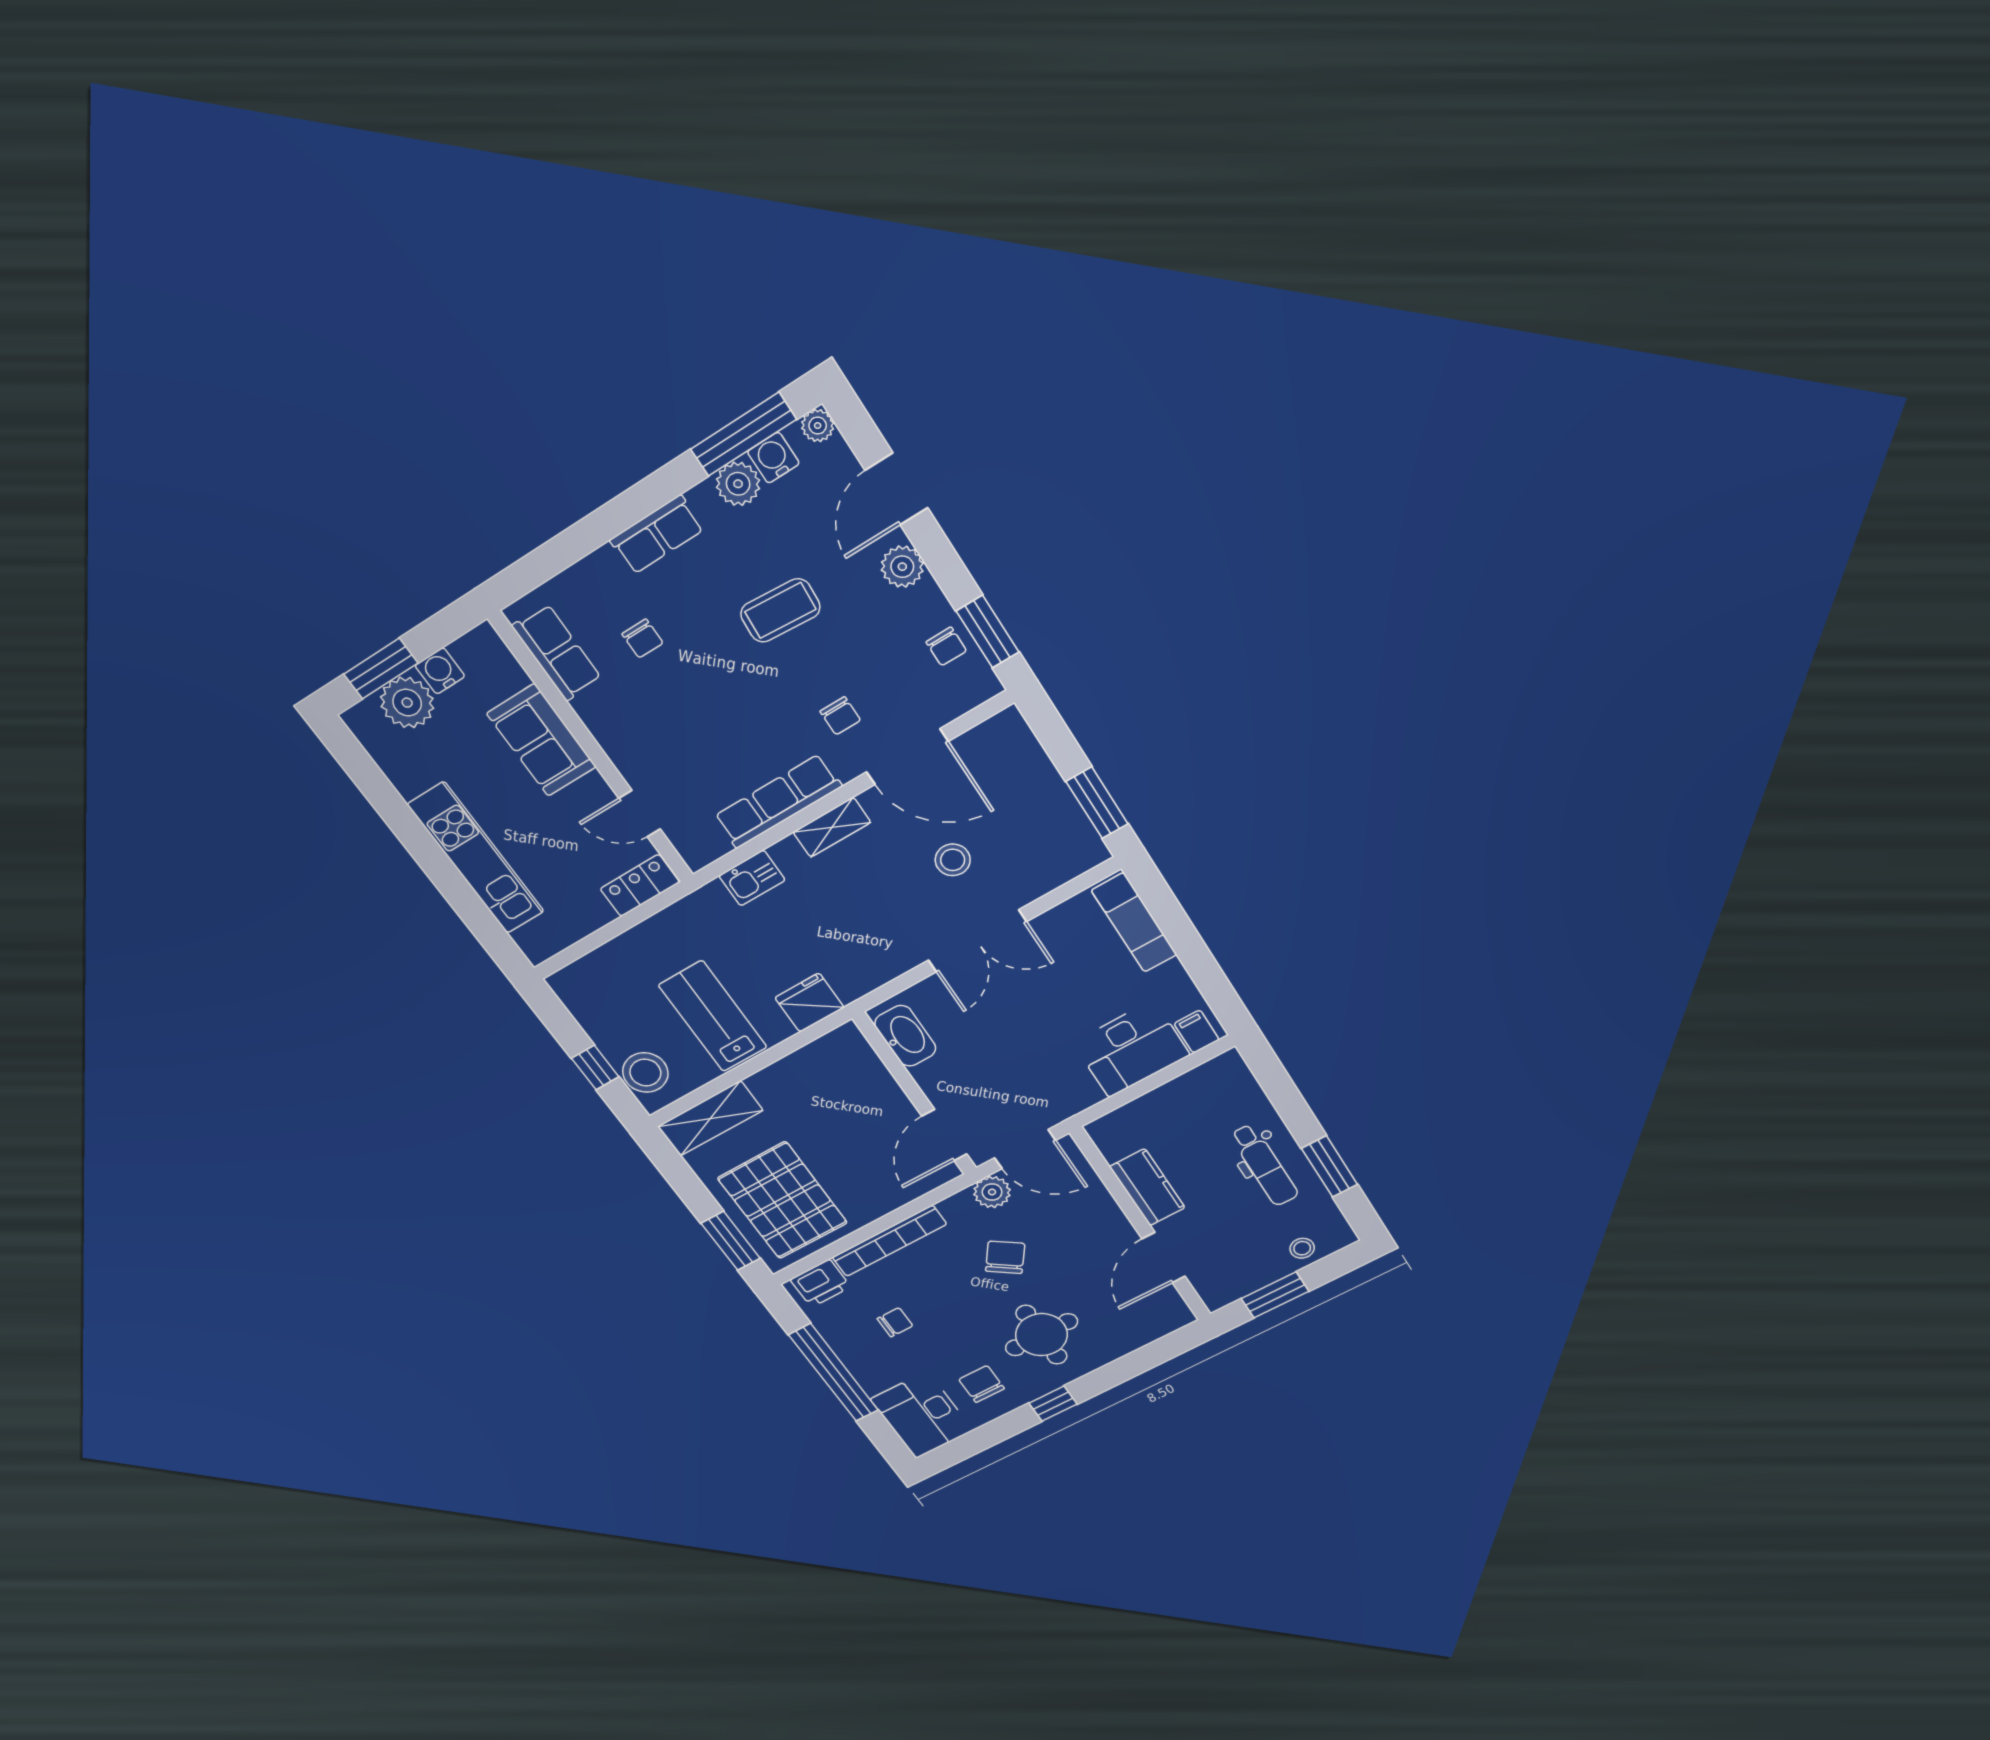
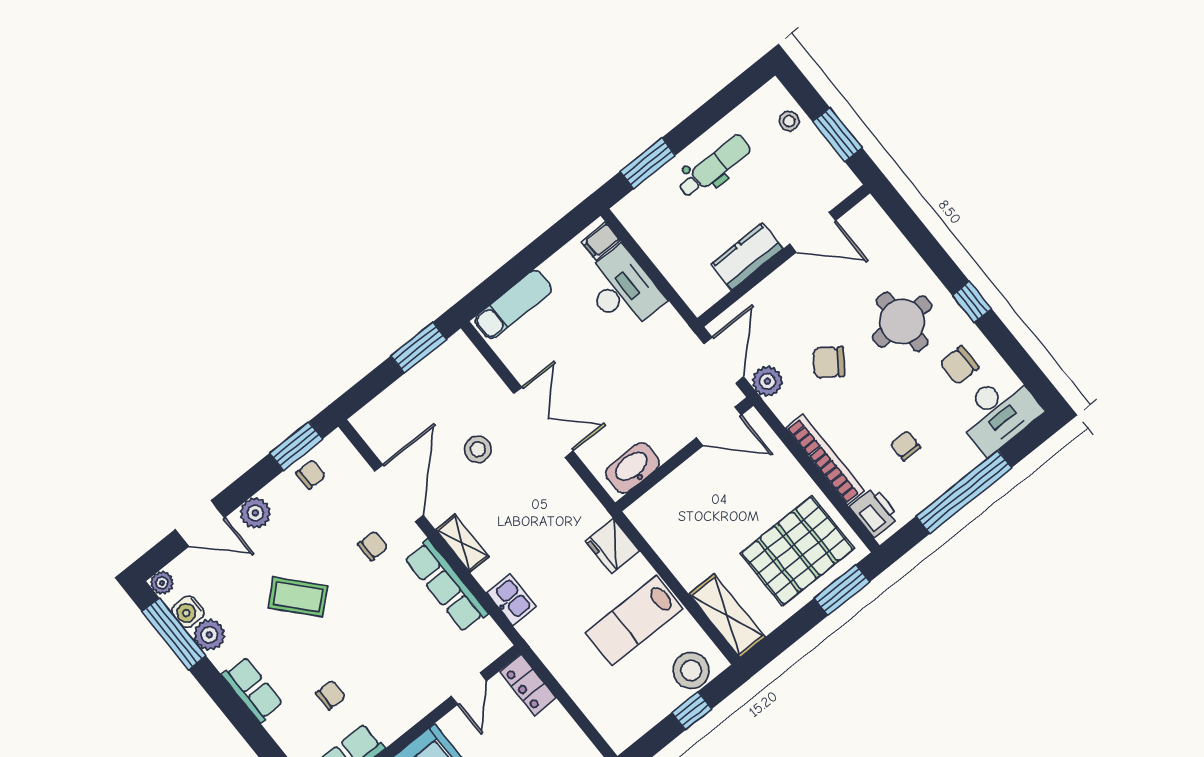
coffee table: (780, 610) -> (298, 597), turned -46
window: (1329, 1166) -> (648, 163), moved

